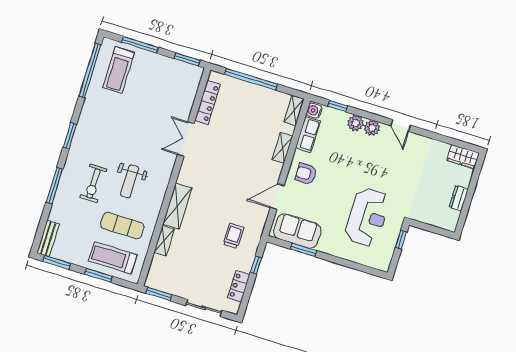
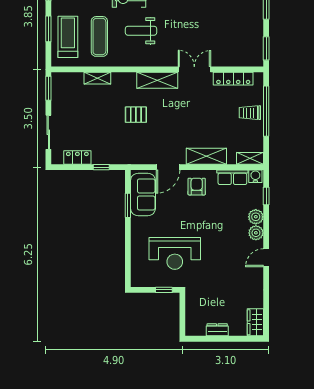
shelving: (282, 148) -> (206, 156), width x1.50, depth x1.33
door: (277, 197) -> (168, 167), swing flipped
shelving: (177, 206) -> (157, 80), moved
pallet: (214, 213) -> (136, 115), added
trolley: (233, 236) -> (250, 113), moved, turned 180

